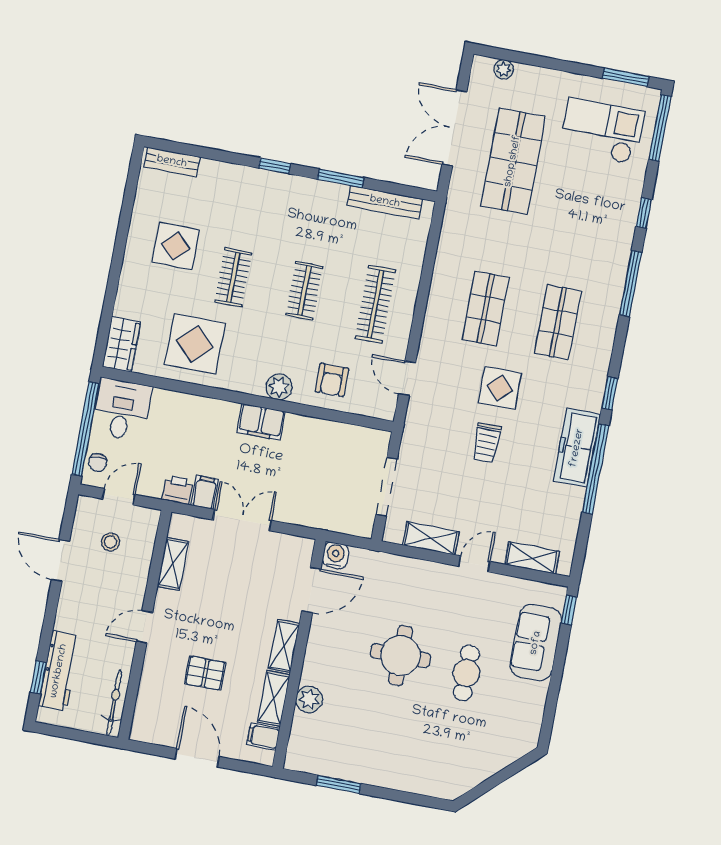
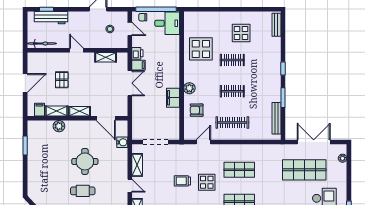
wardrobe: (121, 344) -> (195, 18), removed
filing cabinet: (261, 422) -> (173, 98), moved
water cooler: (335, 555) -> (122, 142), moved

